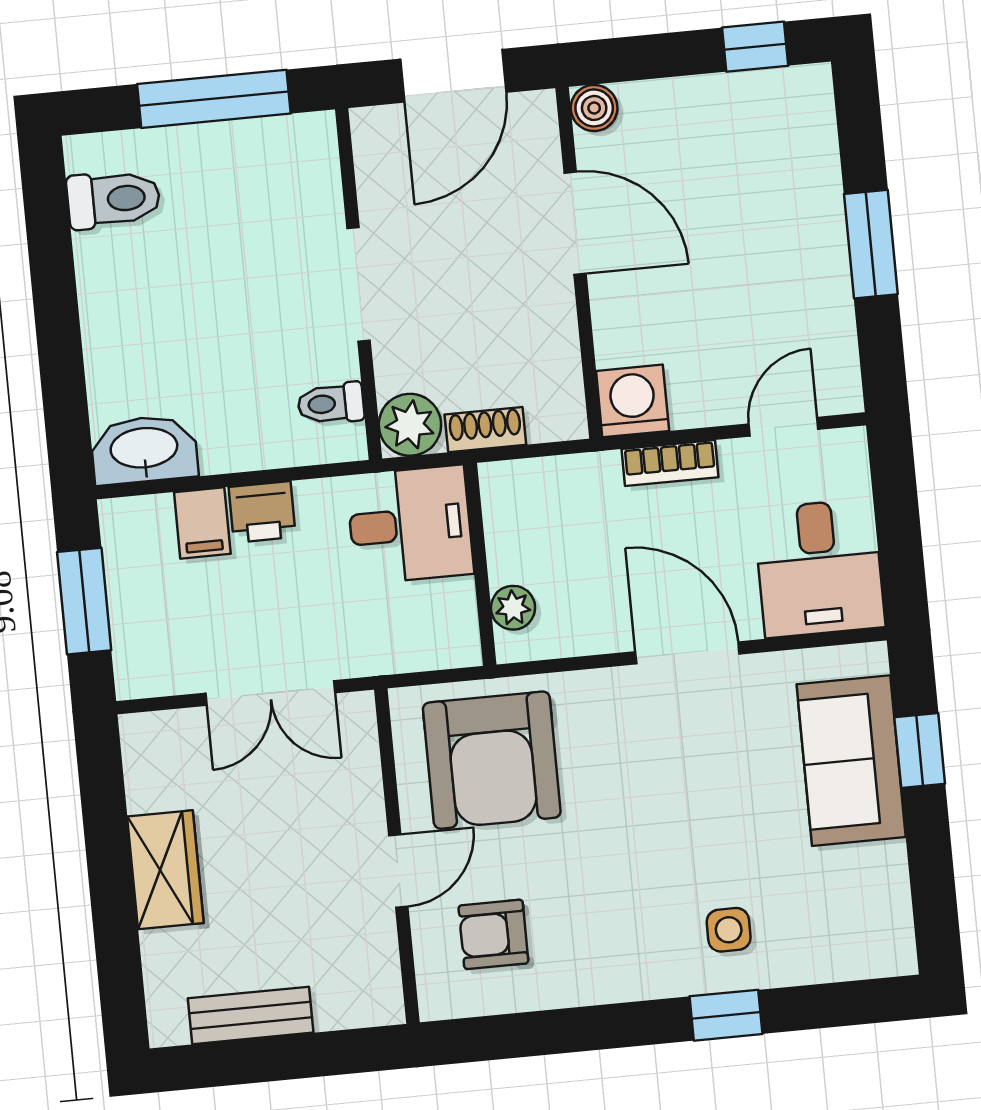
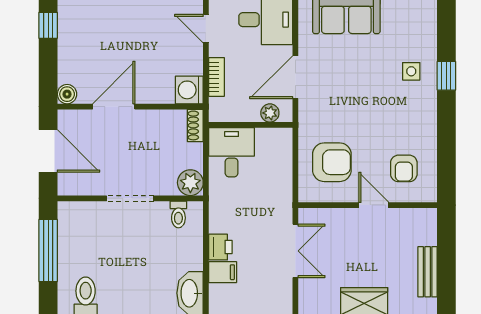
shoe rack: (485, 430) -> (195, 125), moved
desk: (410, 525) -> (232, 152), moved
wall: (480, 564) -> (251, 125), moved
plant: (513, 608) -> (270, 113), moved
armchair: (492, 760) -> (332, 162), width x0.73, depth x0.73

